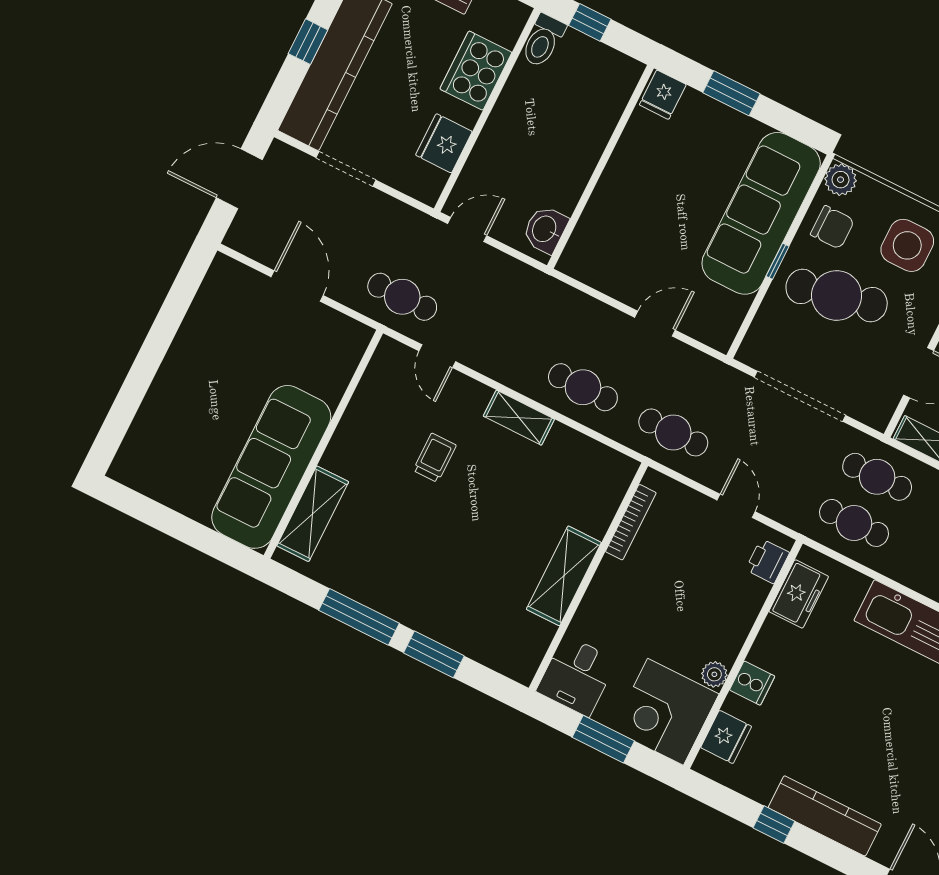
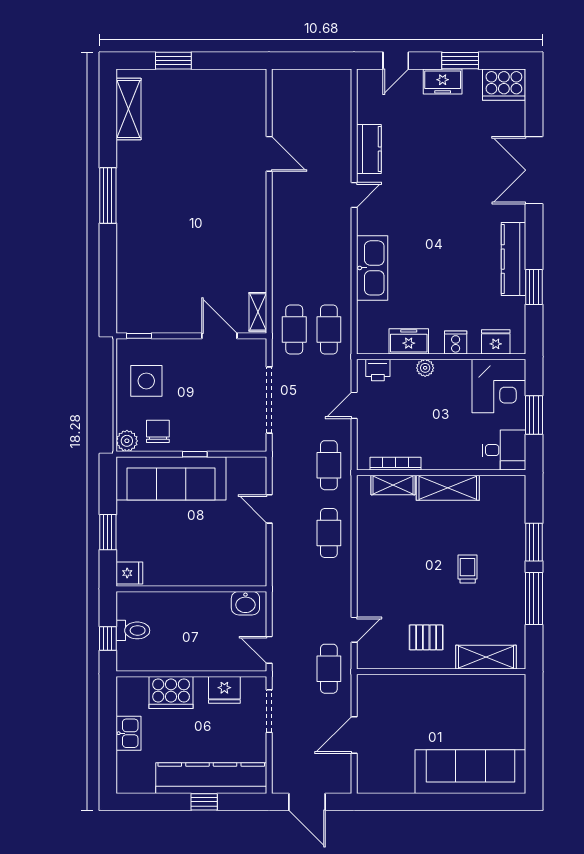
toilet: (543, 41) -> (133, 630), moved
doorway: (346, 169) -> (269, 711), moved
cafe table: (837, 296) -> (198, 408), removed
shelving: (519, 418) -> (393, 485), moved, turned 90
pallet: (379, 447) -> (426, 637), added
trolley: (435, 458) -> (468, 569), moved, turned 90
sofa: (271, 467) -> (470, 772), moved, turned 180
freezer: (799, 594) -> (409, 341), moved
plant: (714, 674) -> (425, 368), moved
window: (774, 825) -> (534, 287), width x1.50

